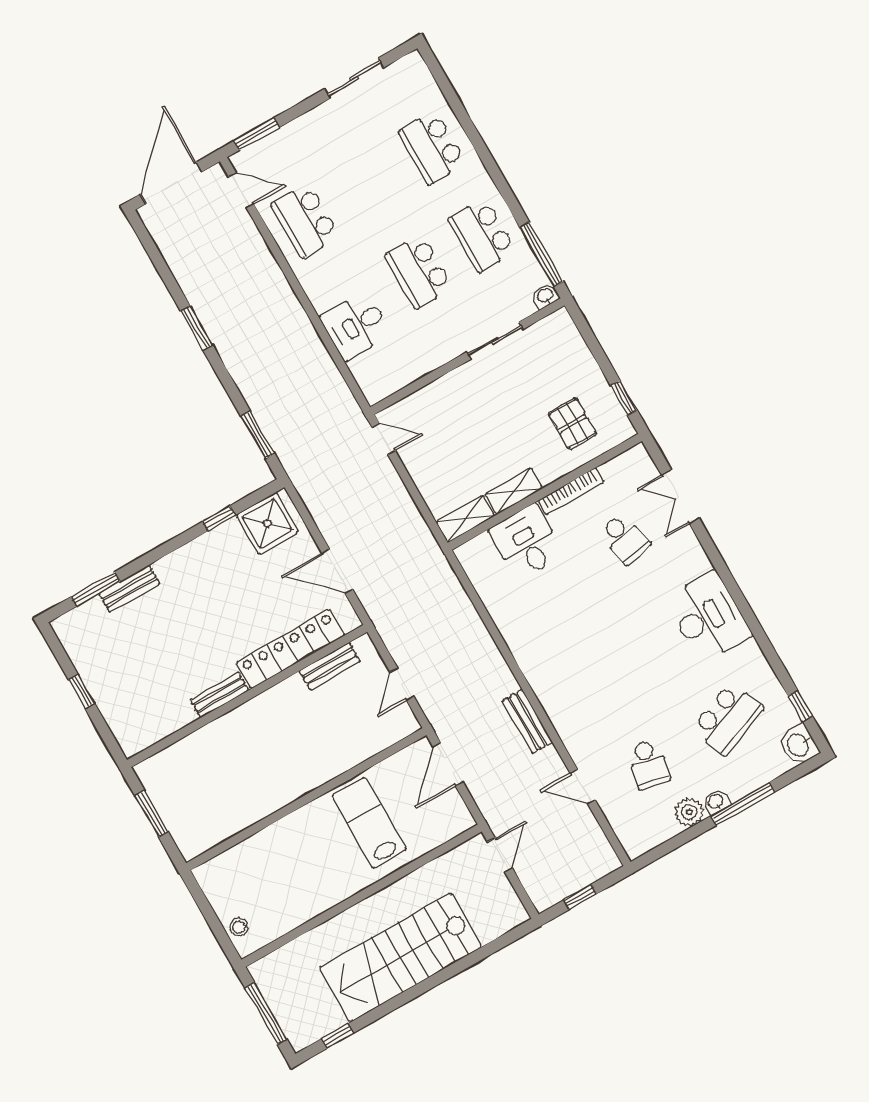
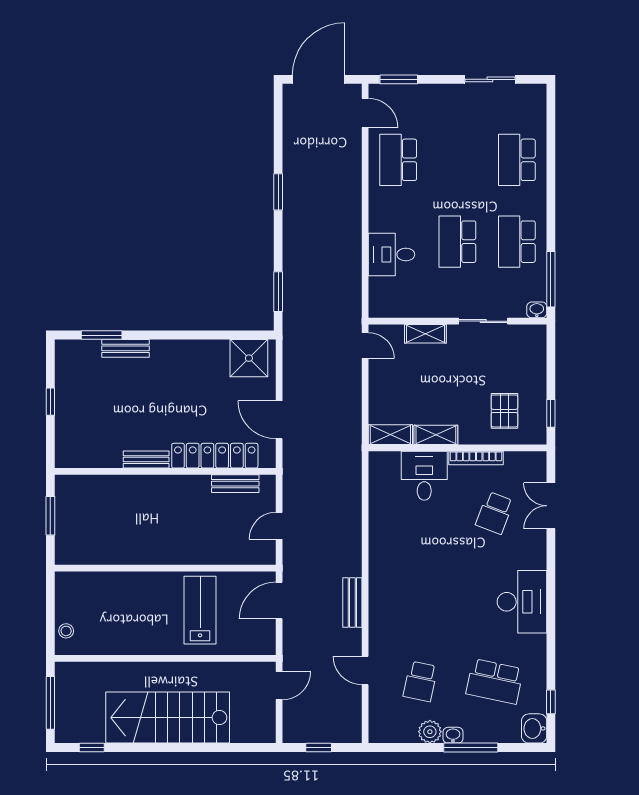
shelving: (441, 389) -> (425, 334), added
window: (219, 518) -> (217, 335), removed
school desk: (624, 539) -> (495, 513), turned 33
school desk: (728, 719) -> (495, 681), turned 33

